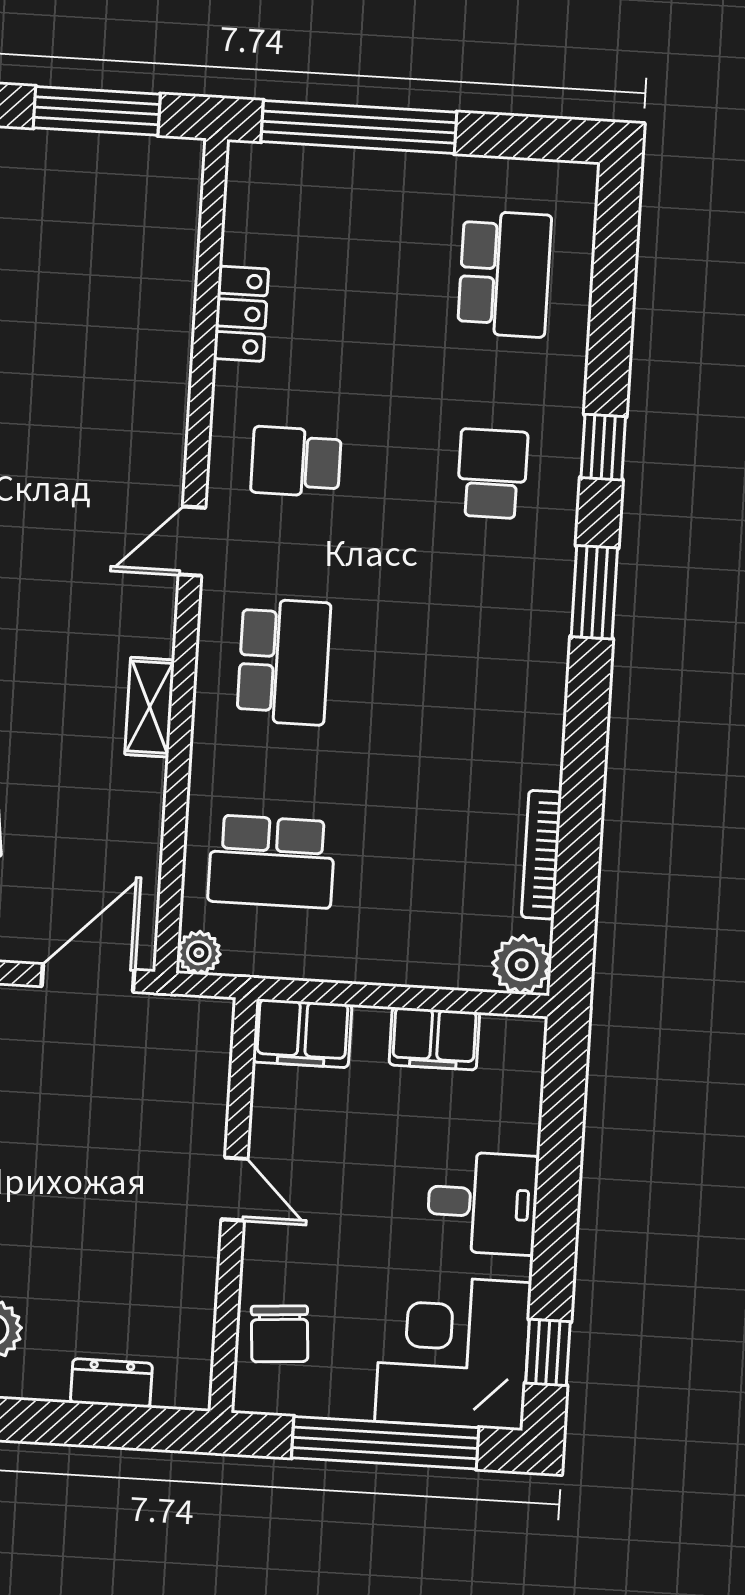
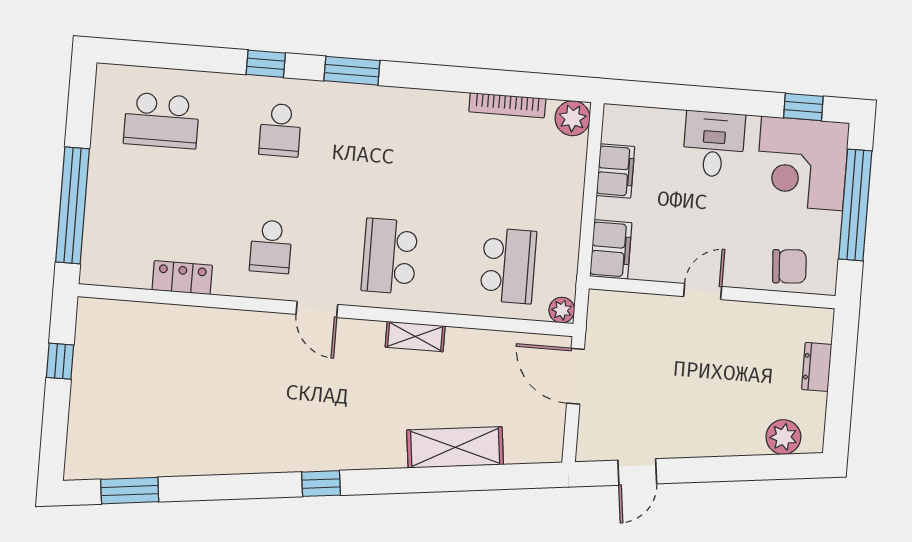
window: (97, 111) -> (60, 361), width x0.46
school desk: (504, 274) -> (161, 121), turned 180
school desk: (492, 474) -> (280, 130), turned -90
school desk: (284, 662) -> (390, 256), turned -90

